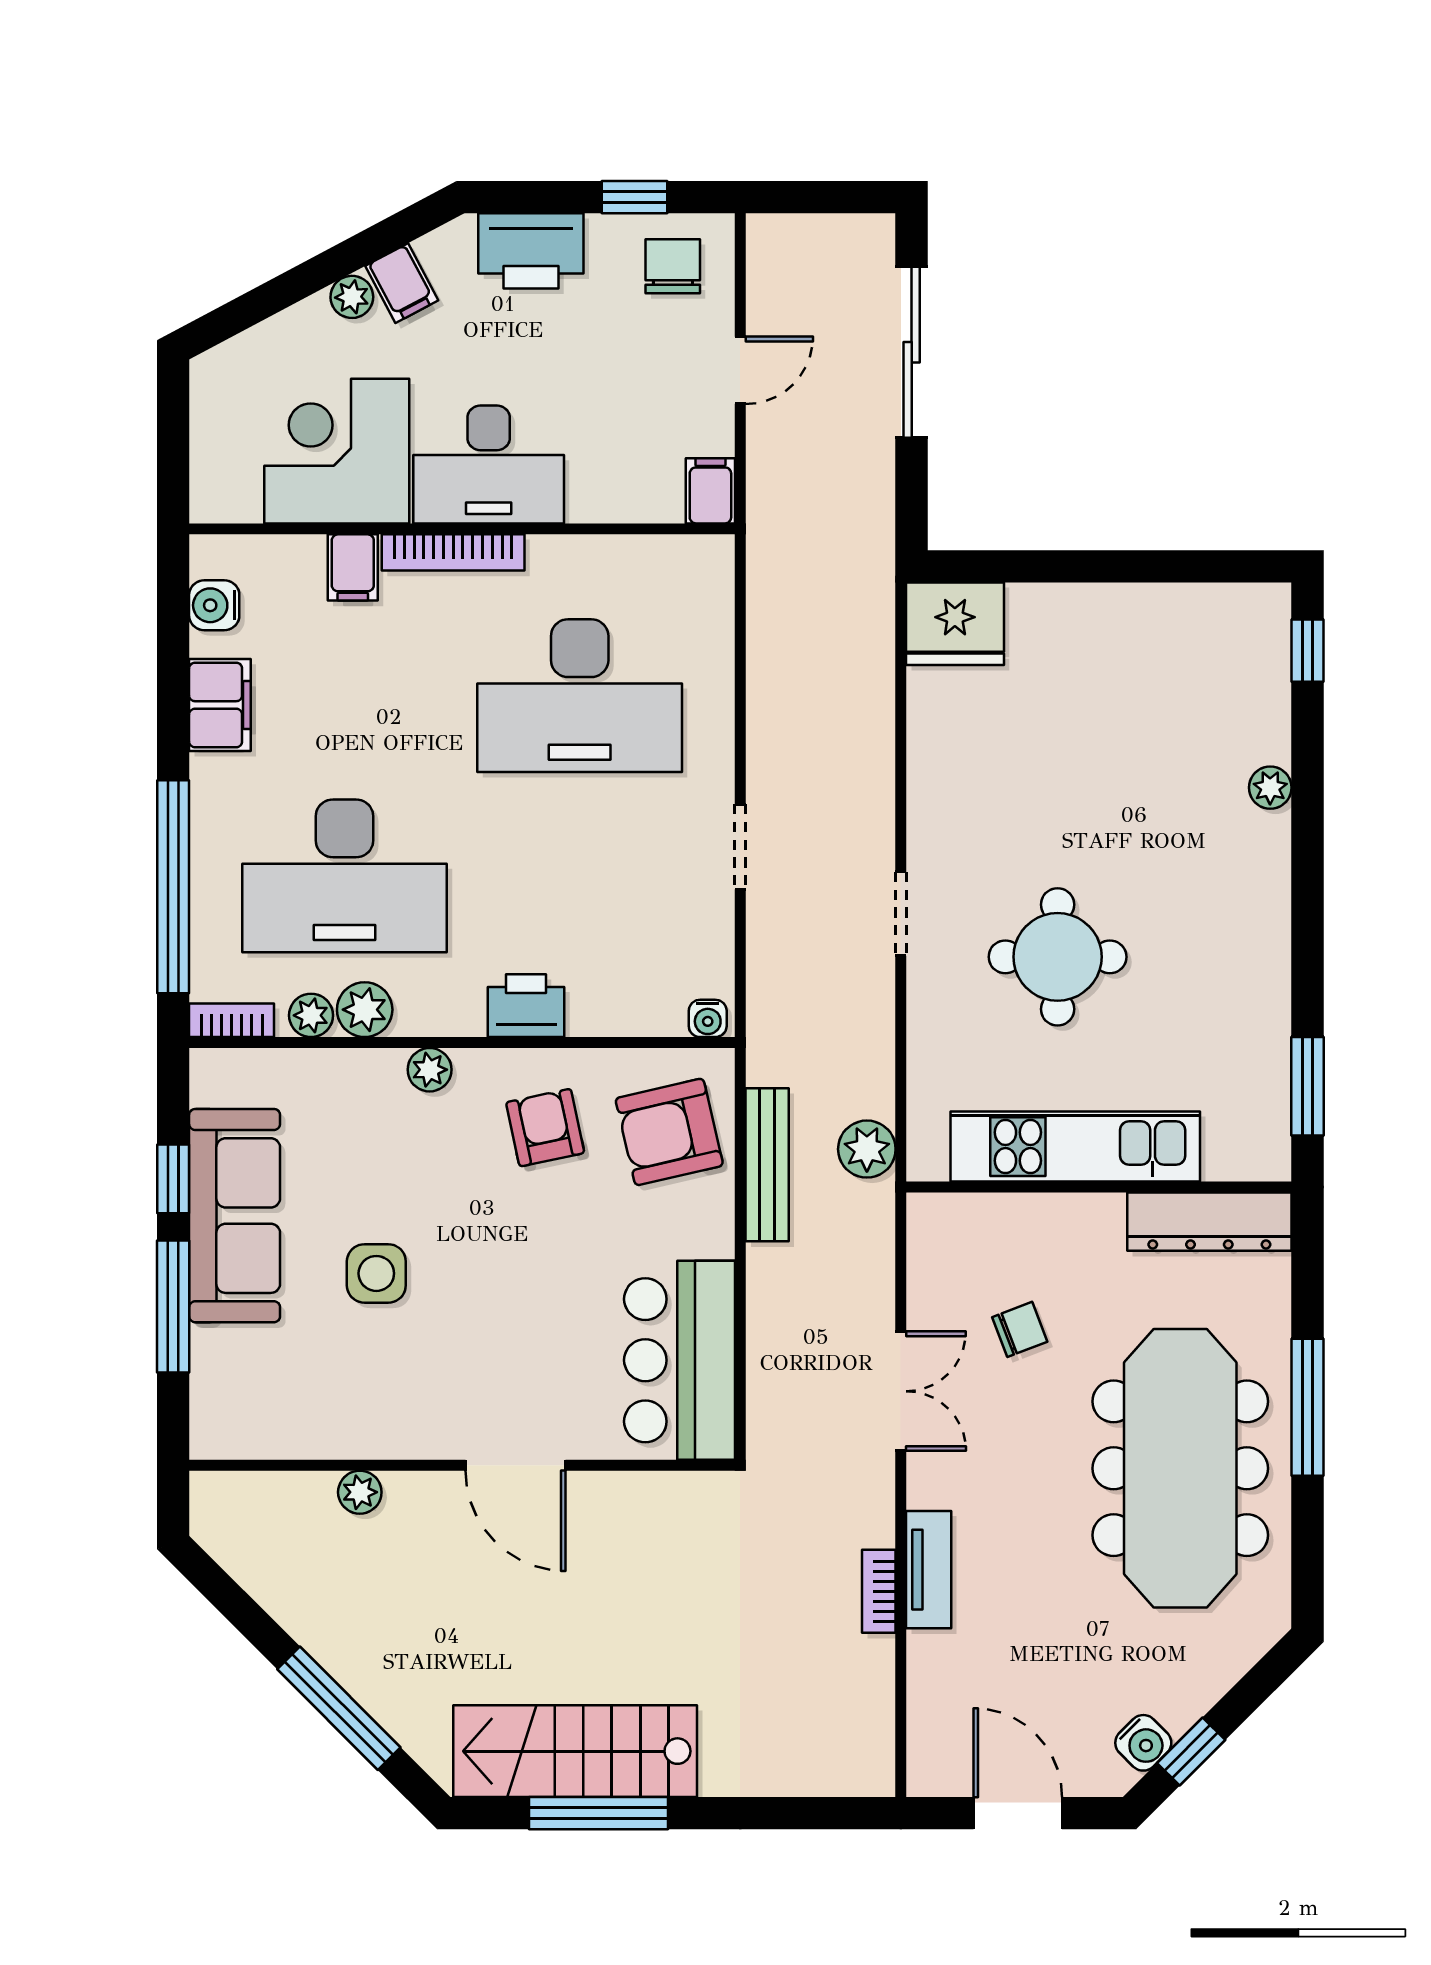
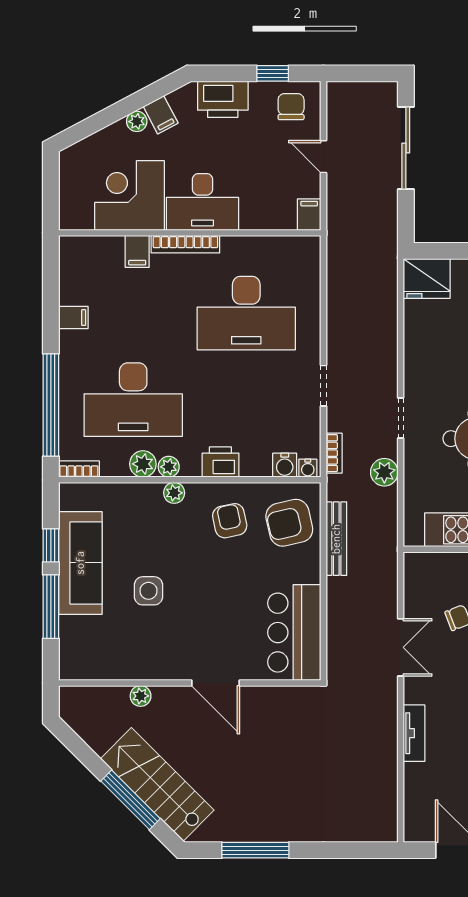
door: (740, 370) -> (323, 157), swing flipped
water cooler: (214, 605) -> (285, 465), moved, turned -90
filing cabinet: (220, 705) -> (73, 318), width x0.50
plant: (311, 1015) -> (169, 467), moved
plant: (867, 1149) -> (384, 472), moved
bookcase: (879, 1591) -> (334, 453), moved, turned 180
stairs: (575, 1751) -> (157, 784), moved, turned 45

